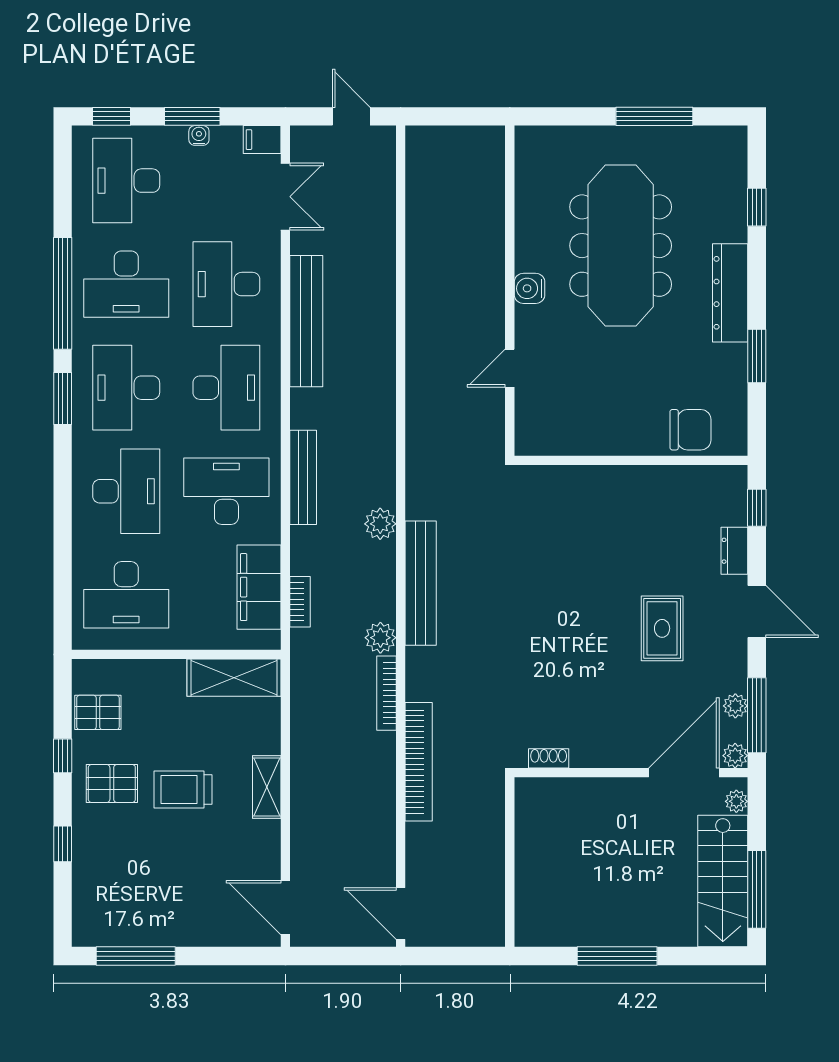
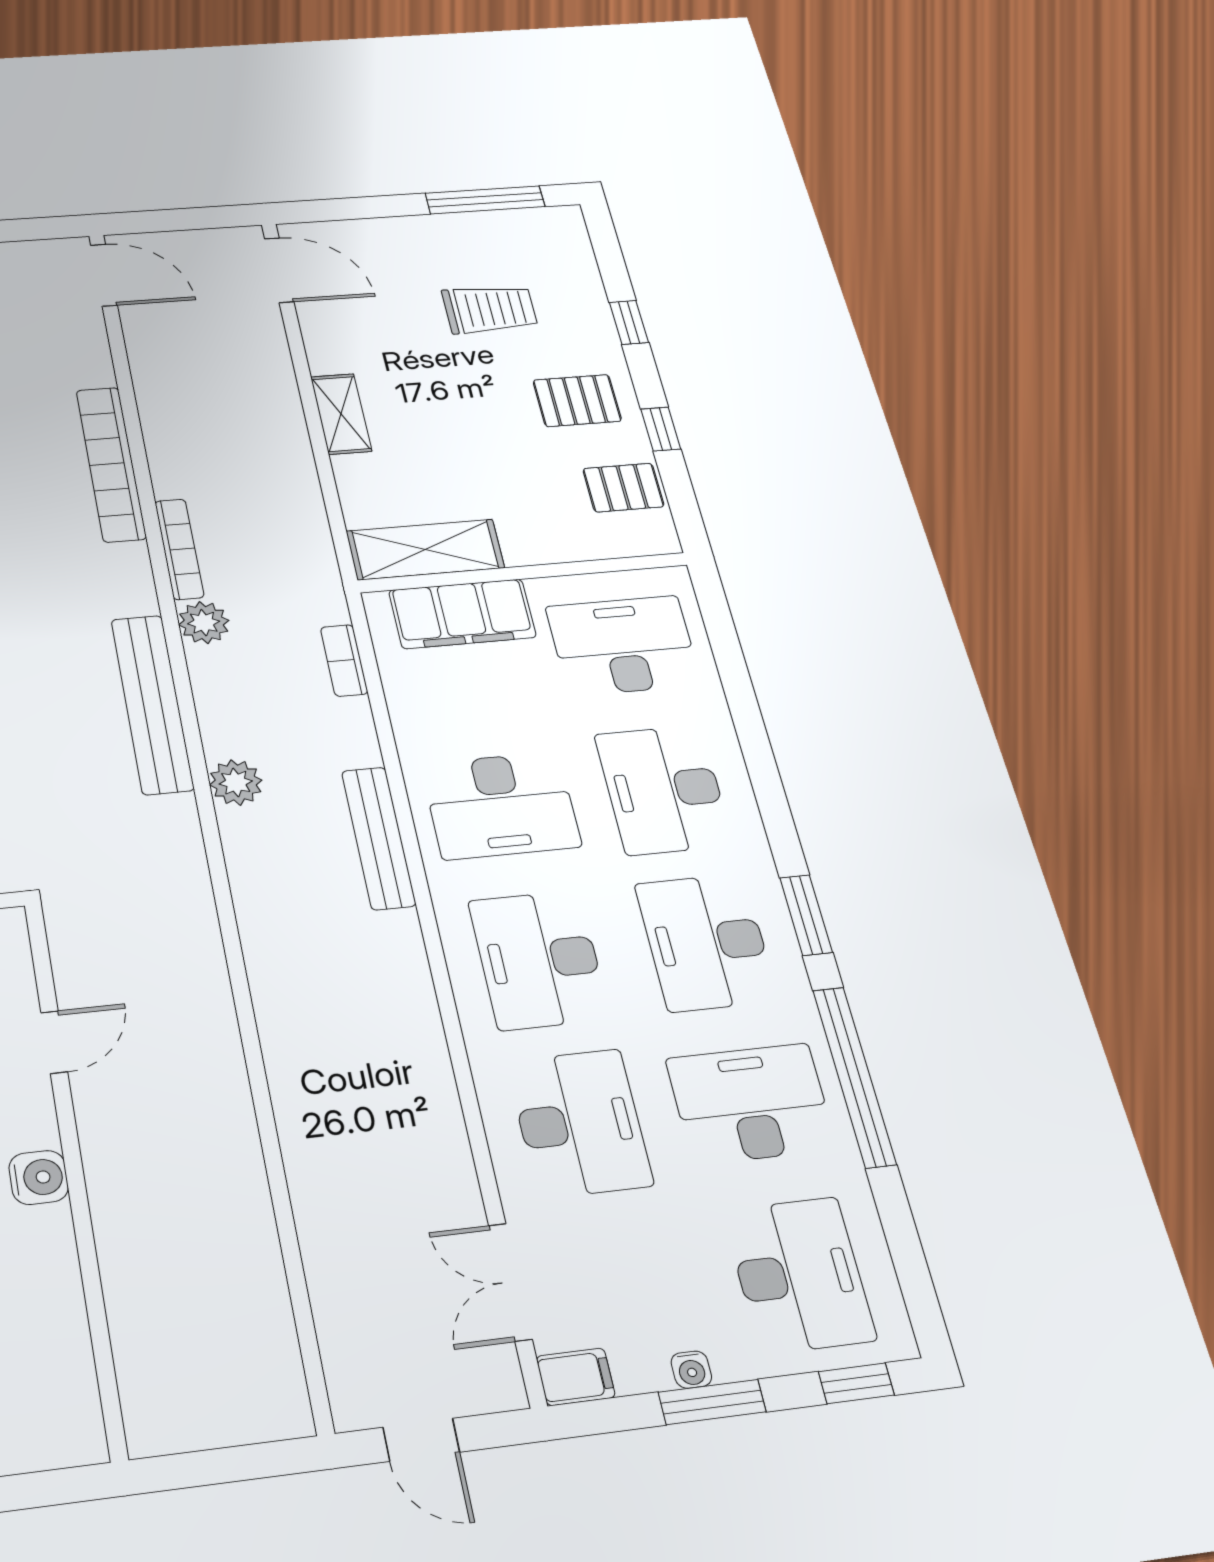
bench: (306, 321) -> (427, 1079), removed
desk: (126, 388) -> (706, 942), turned 180
filing cabinet: (259, 587) -> (462, 614), moved, turned 90
trolley: (183, 789) -> (490, 309), moved

